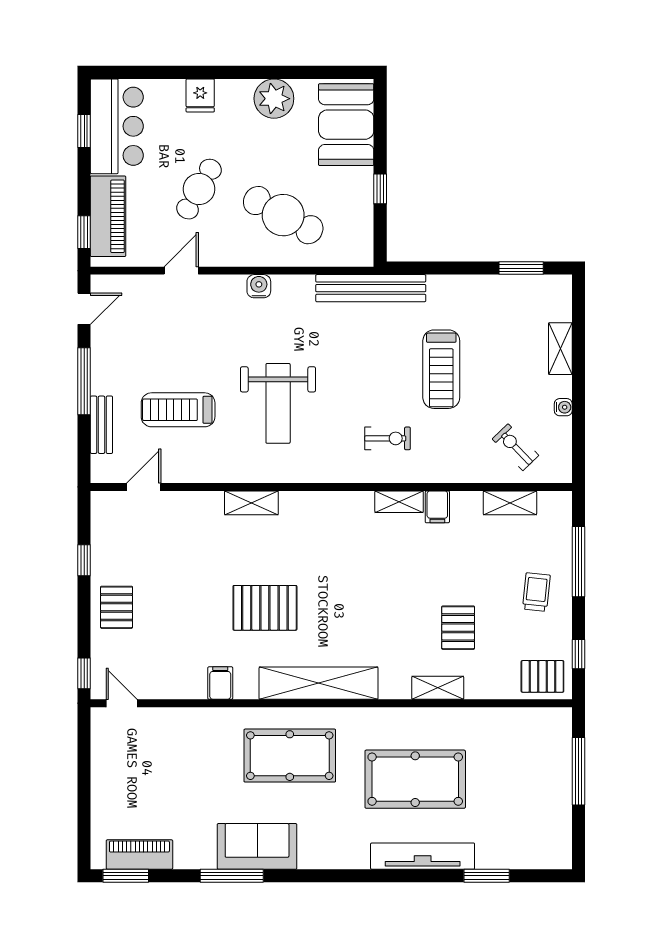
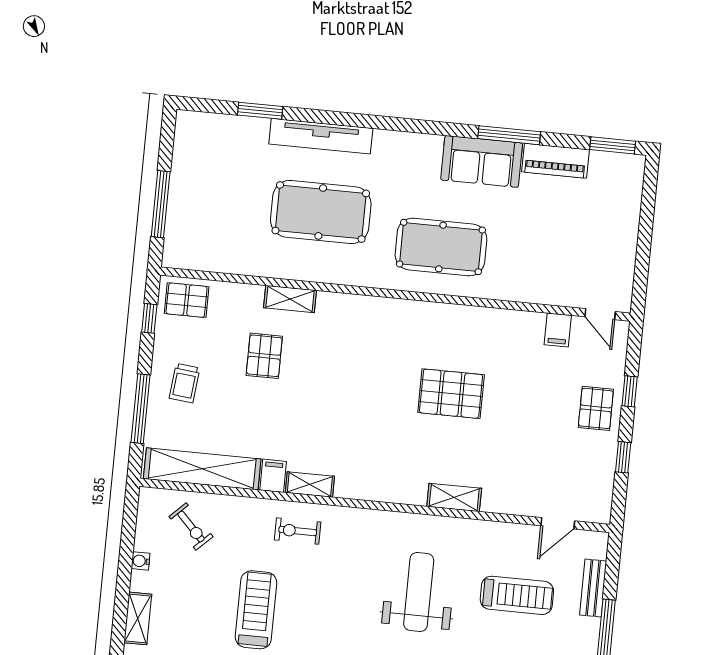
exercise bike: (388, 438) -> (298, 531), moved
shelving: (510, 503) -> (202, 469), width x2.20, depth x1.33
window: (84, 673) -> (630, 391), moved
filing cabinet: (220, 683) -> (558, 330), moved
shelving: (319, 683) -> (406, 315), removed
piano: (139, 855) -> (555, 161), moved

